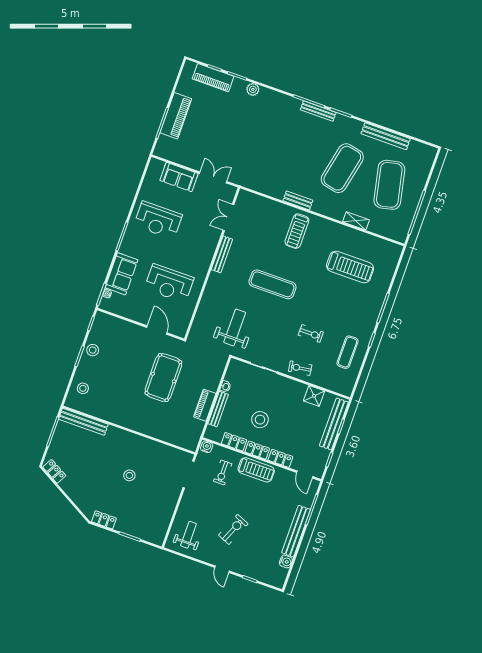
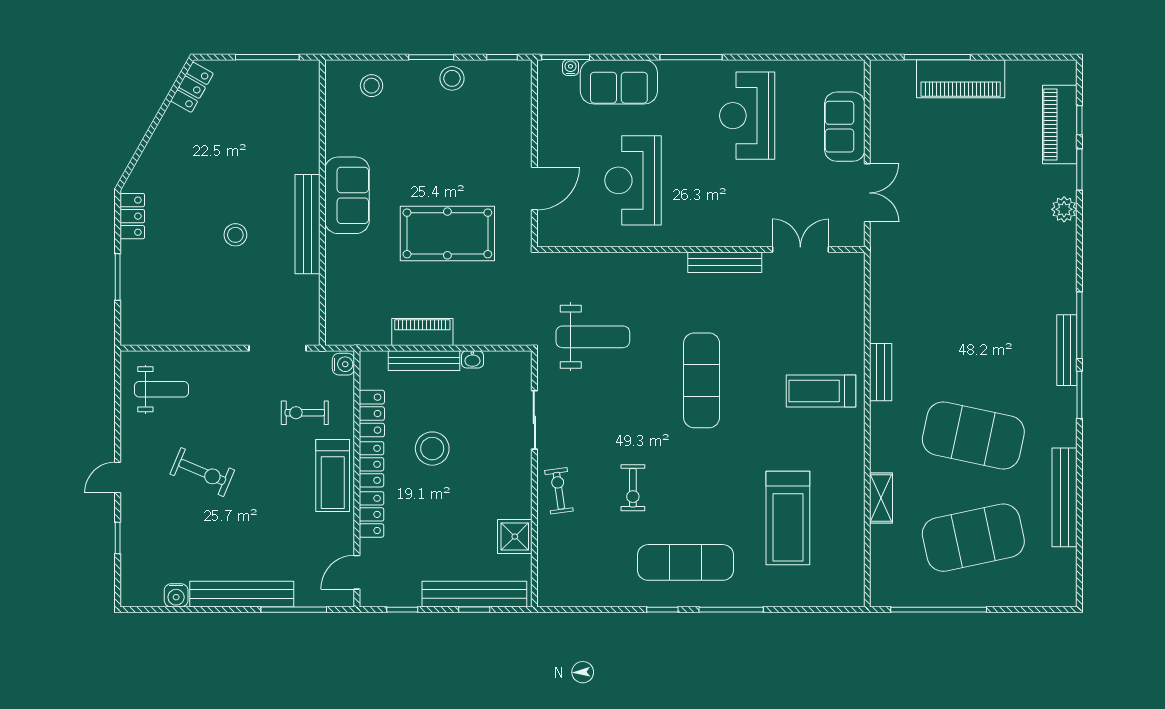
exercise mat: (347, 352) -> (686, 562), moved, width x1.36, depth x1.45
sofa: (129, 418) -> (347, 195), added
bench: (83, 422) -> (307, 224), moved

